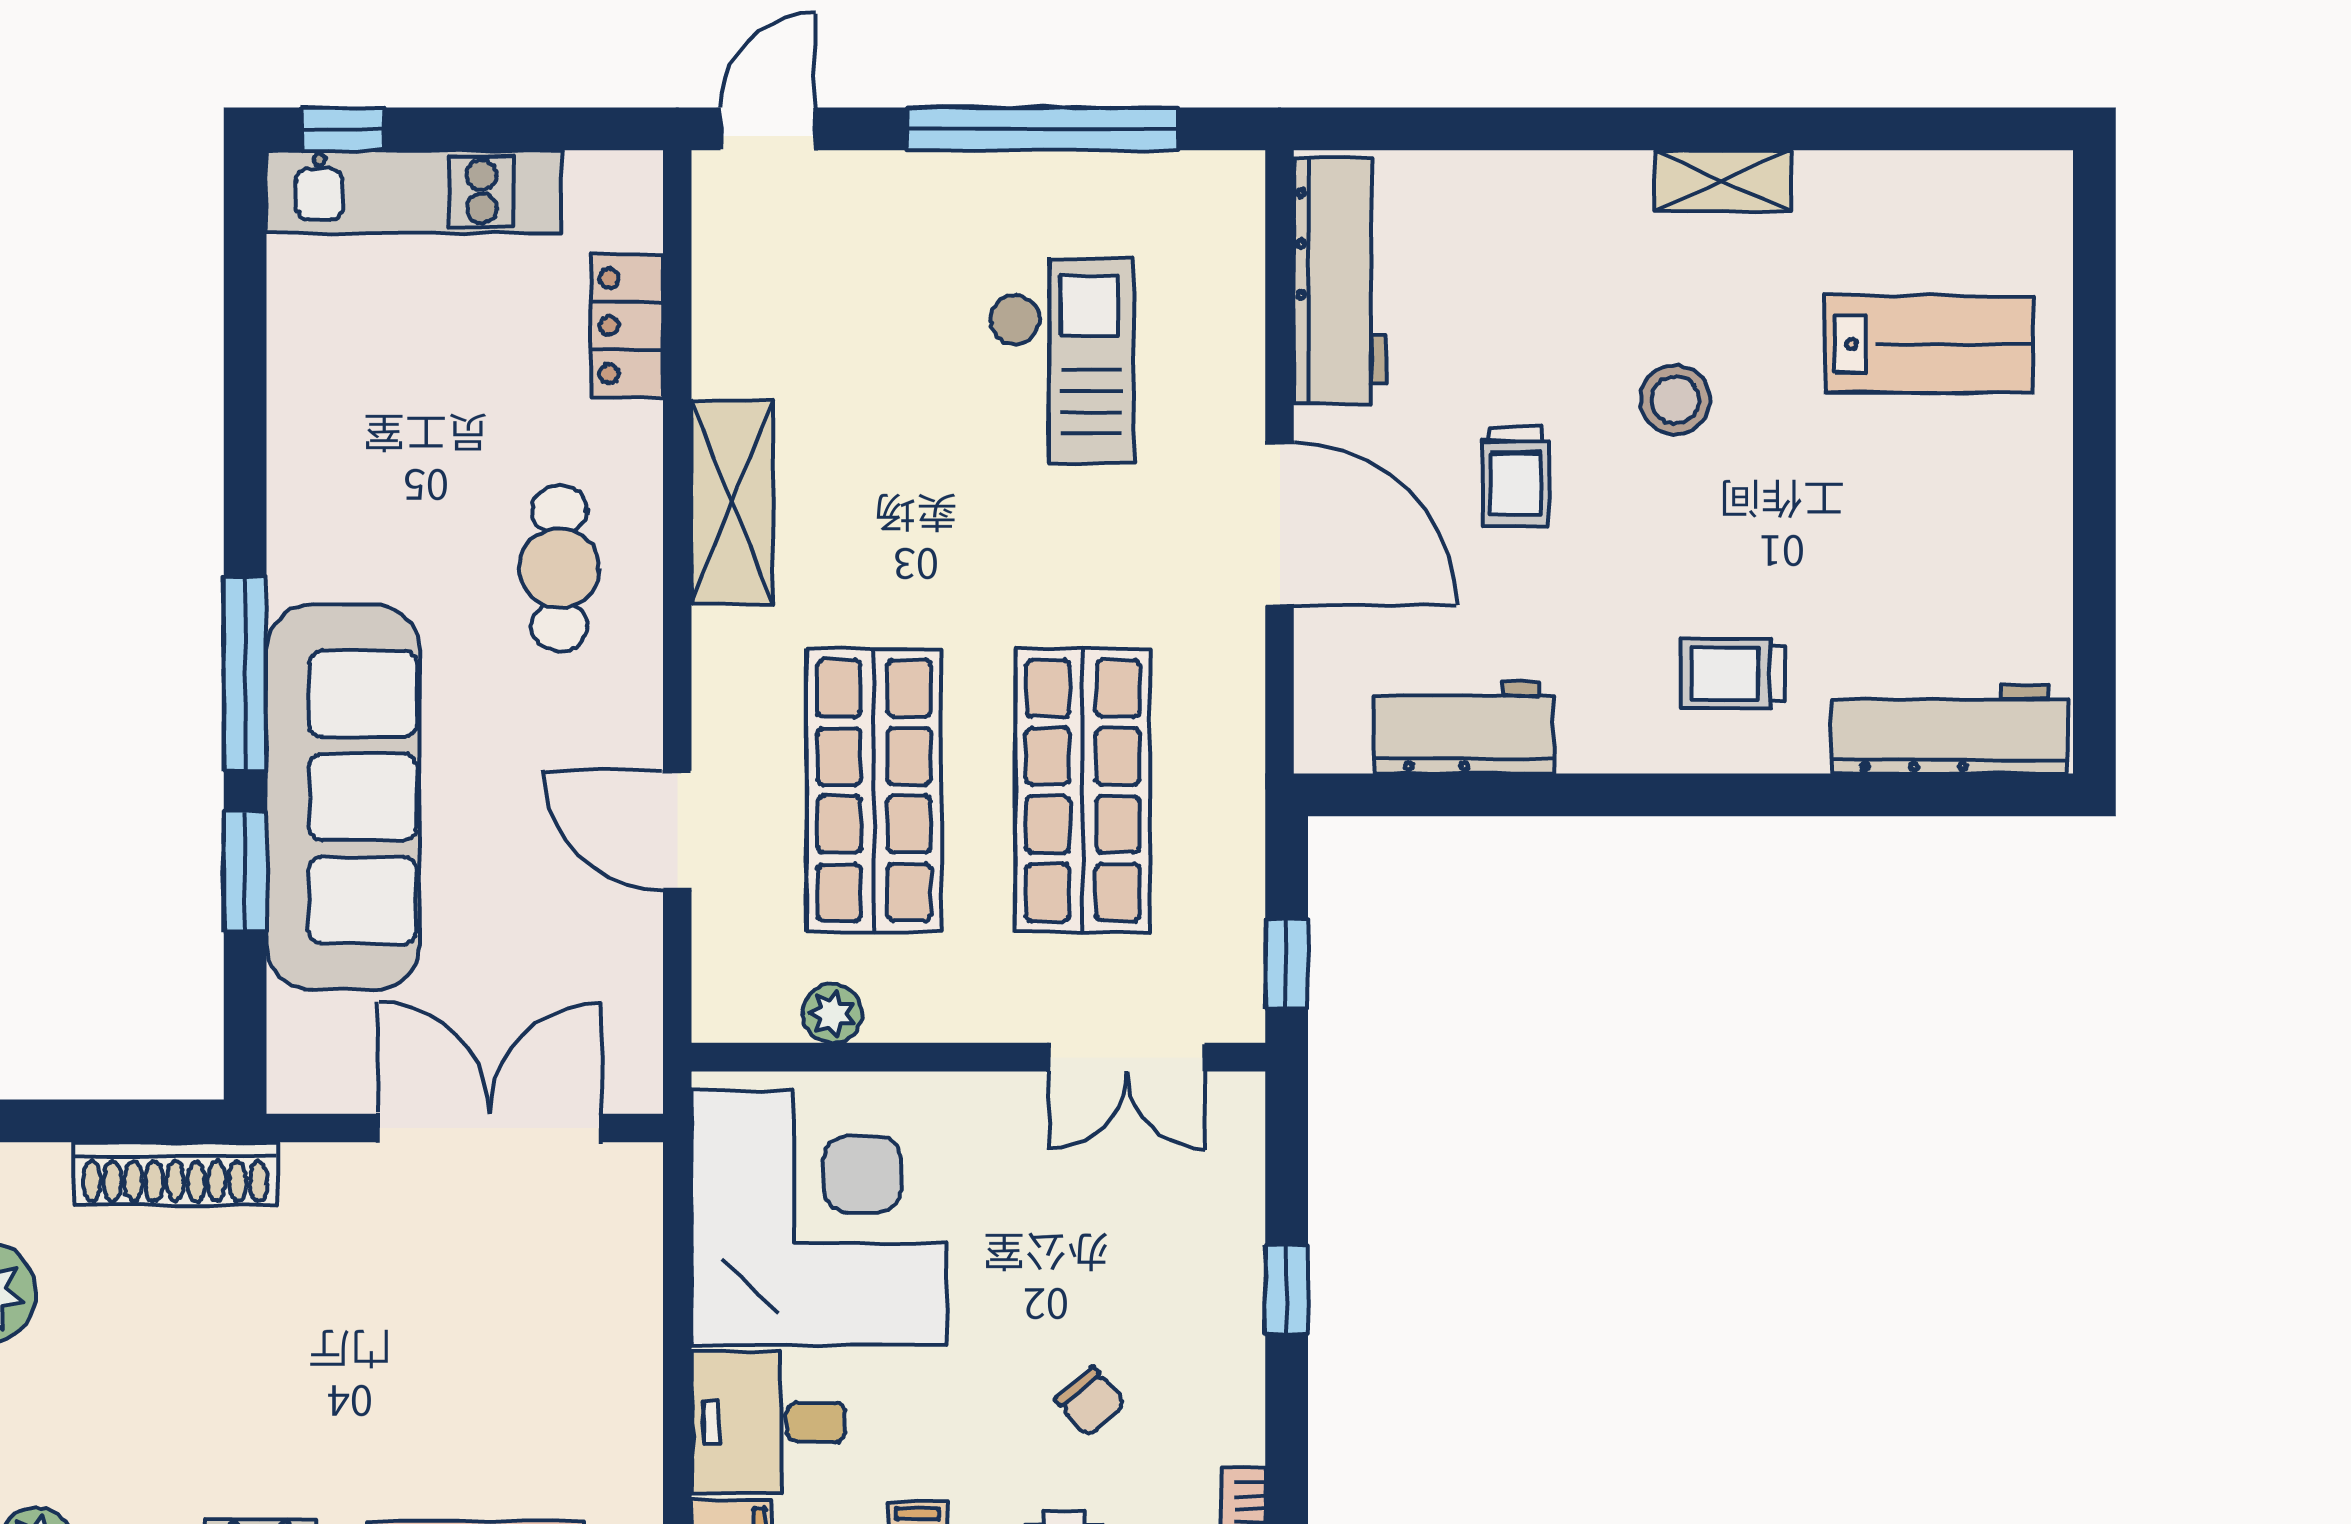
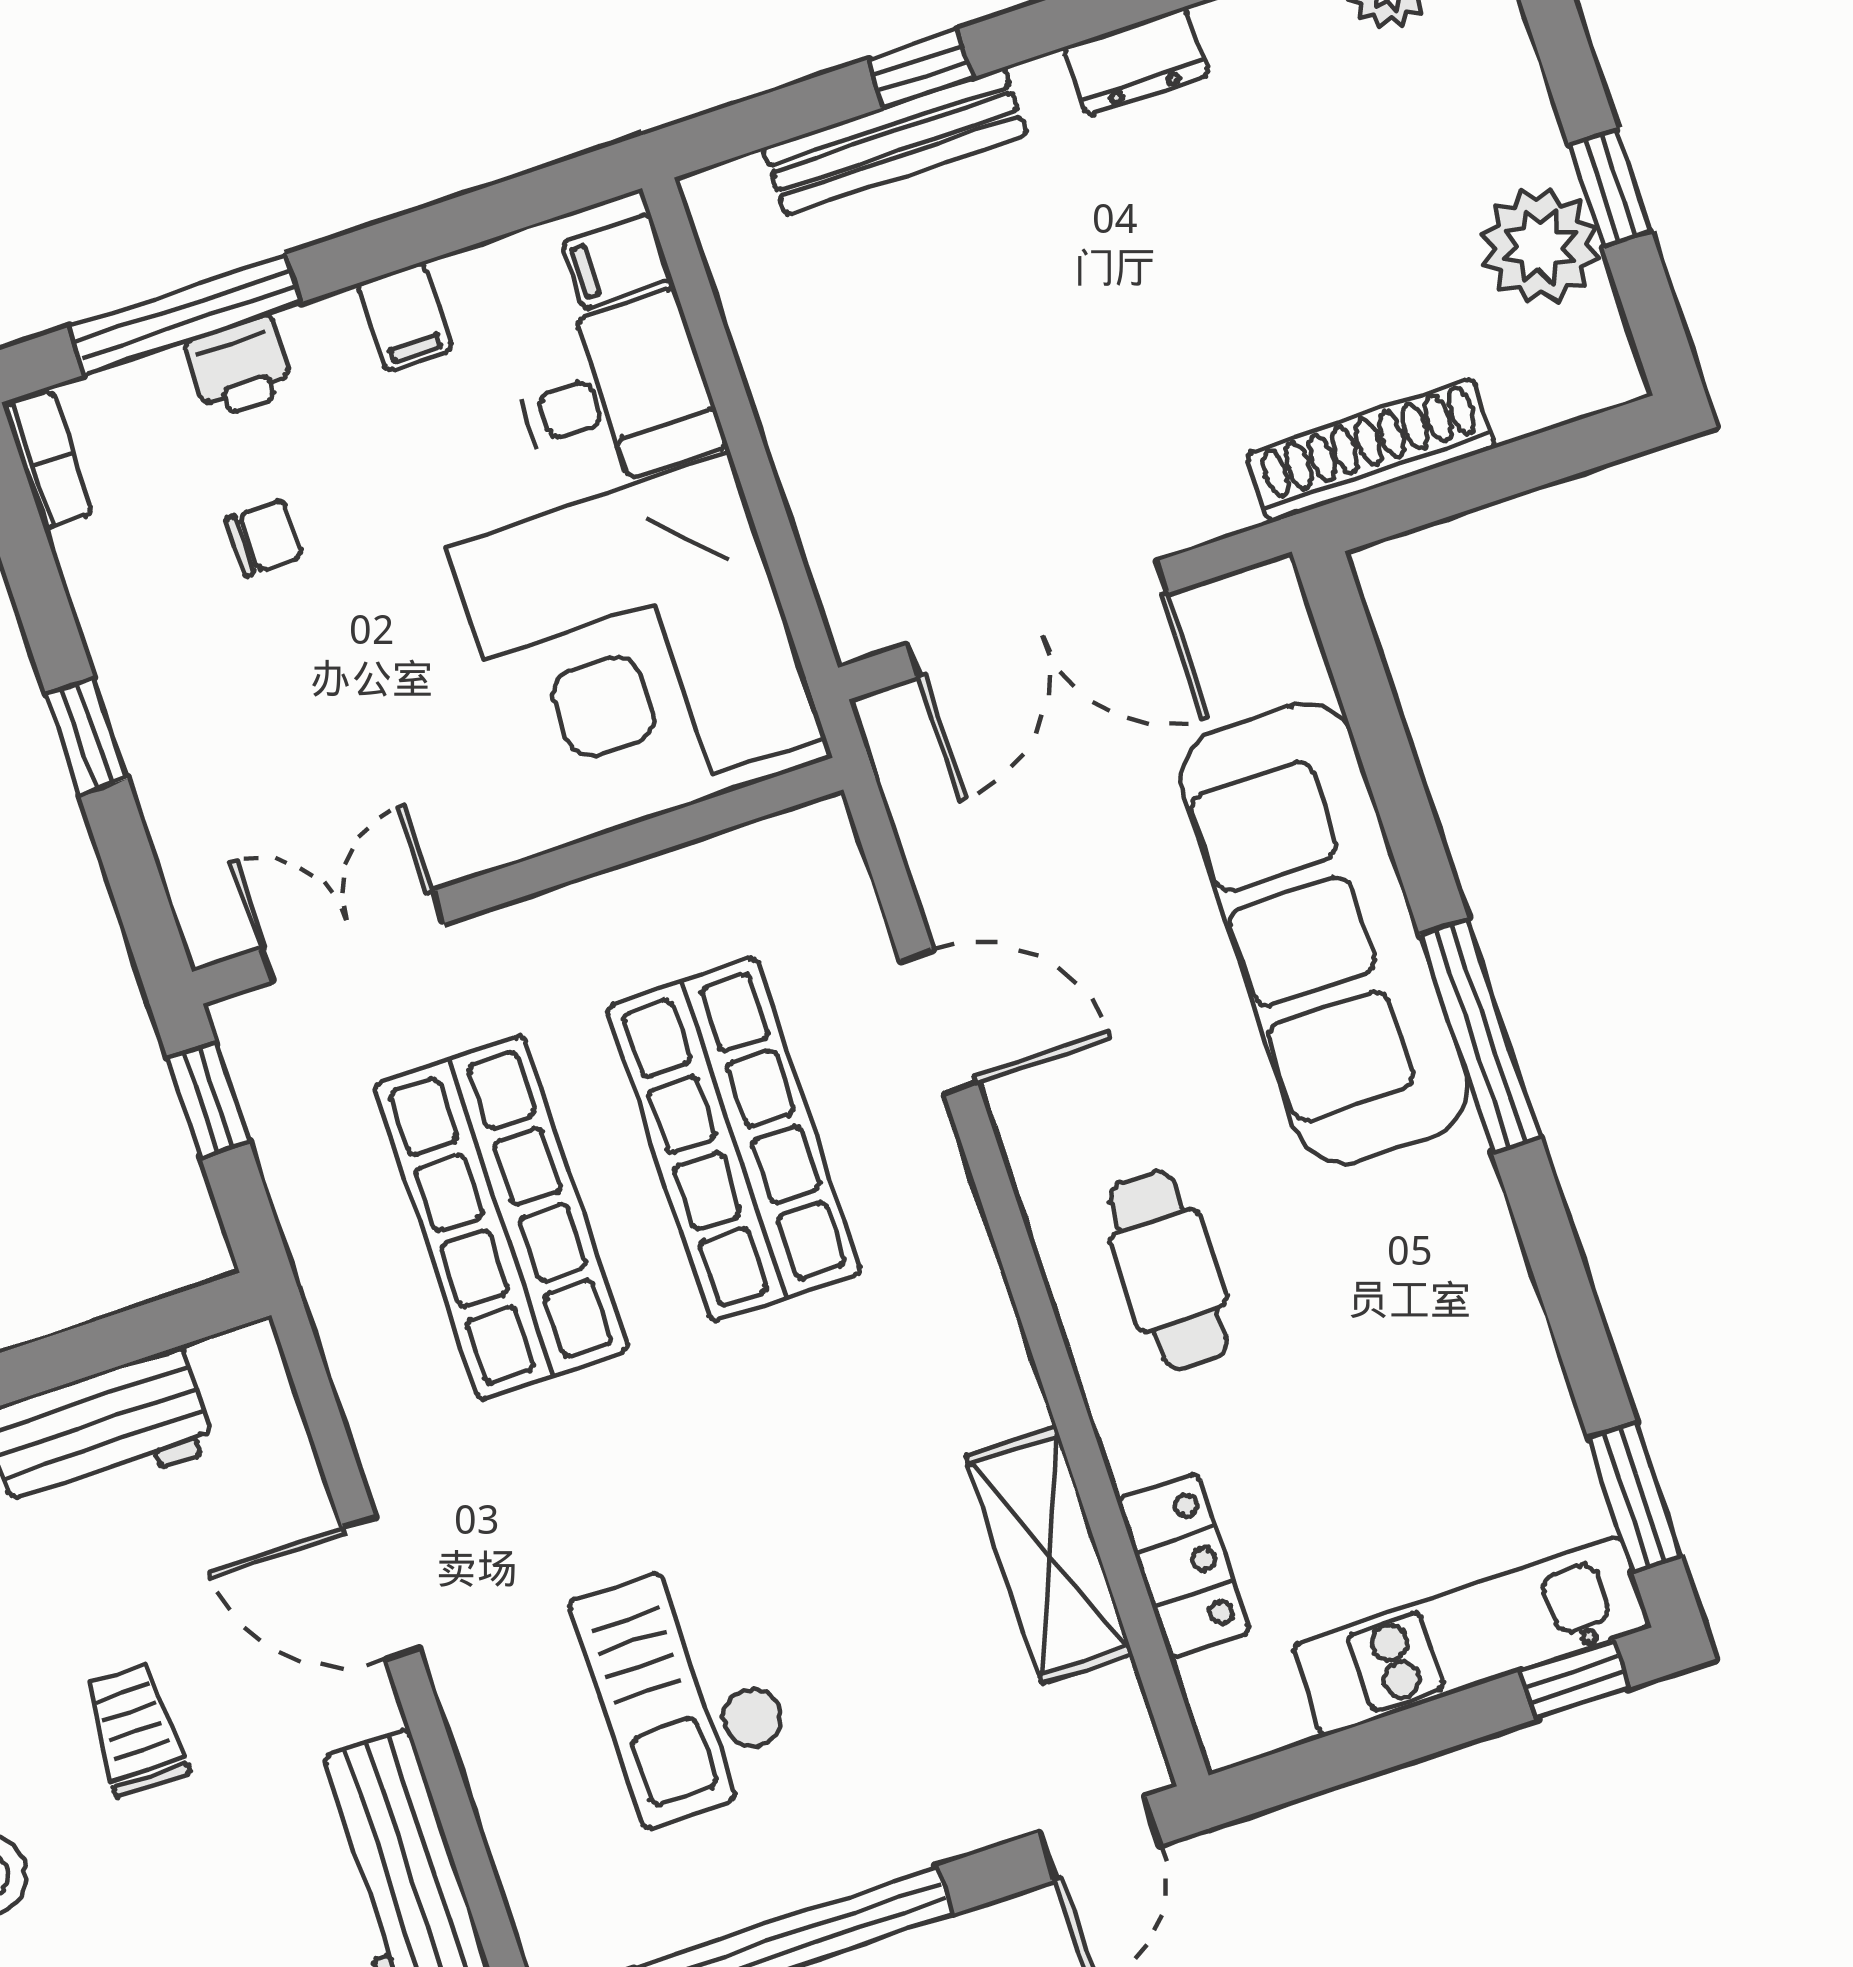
shelving: (732, 502) -> (1049, 1555), moved
door: (1280, 524) -> (381, 1588), width x0.73
window: (245, 871) -> (1634, 1497), moved
plant: (832, 1014) -> (697, 875), removed
chair: (1090, 1402) -> (264, 538), turned 131

